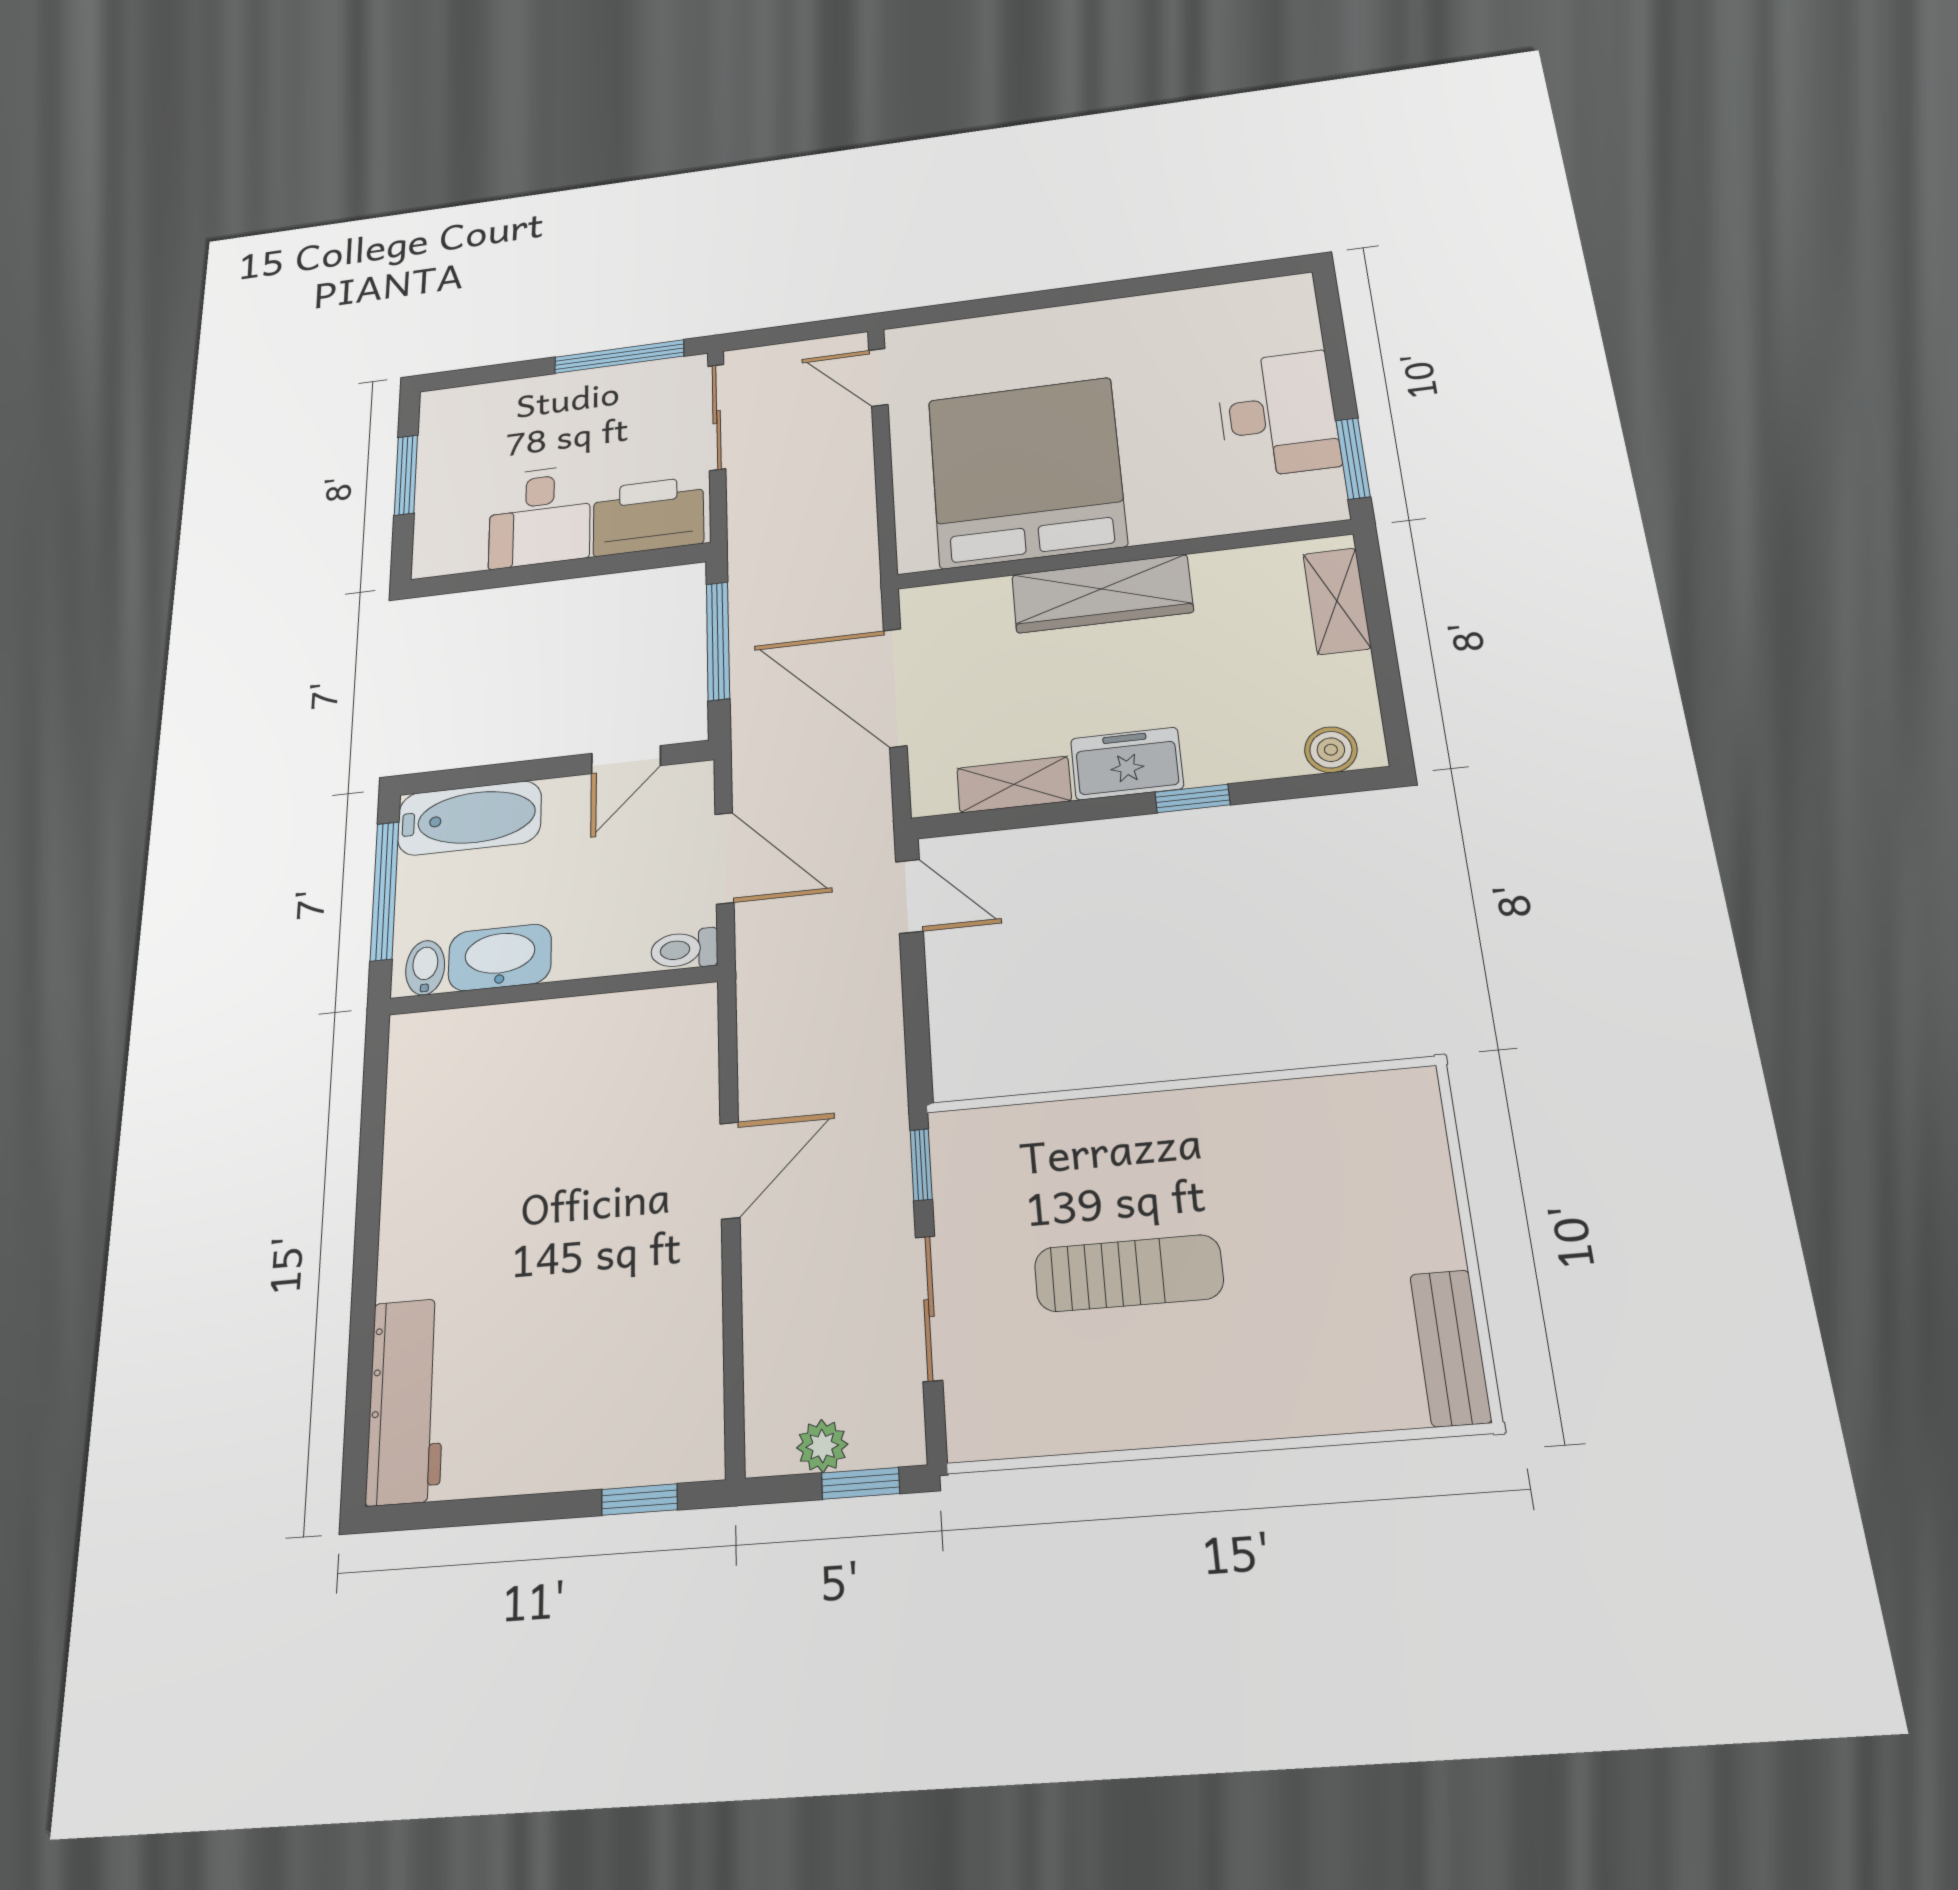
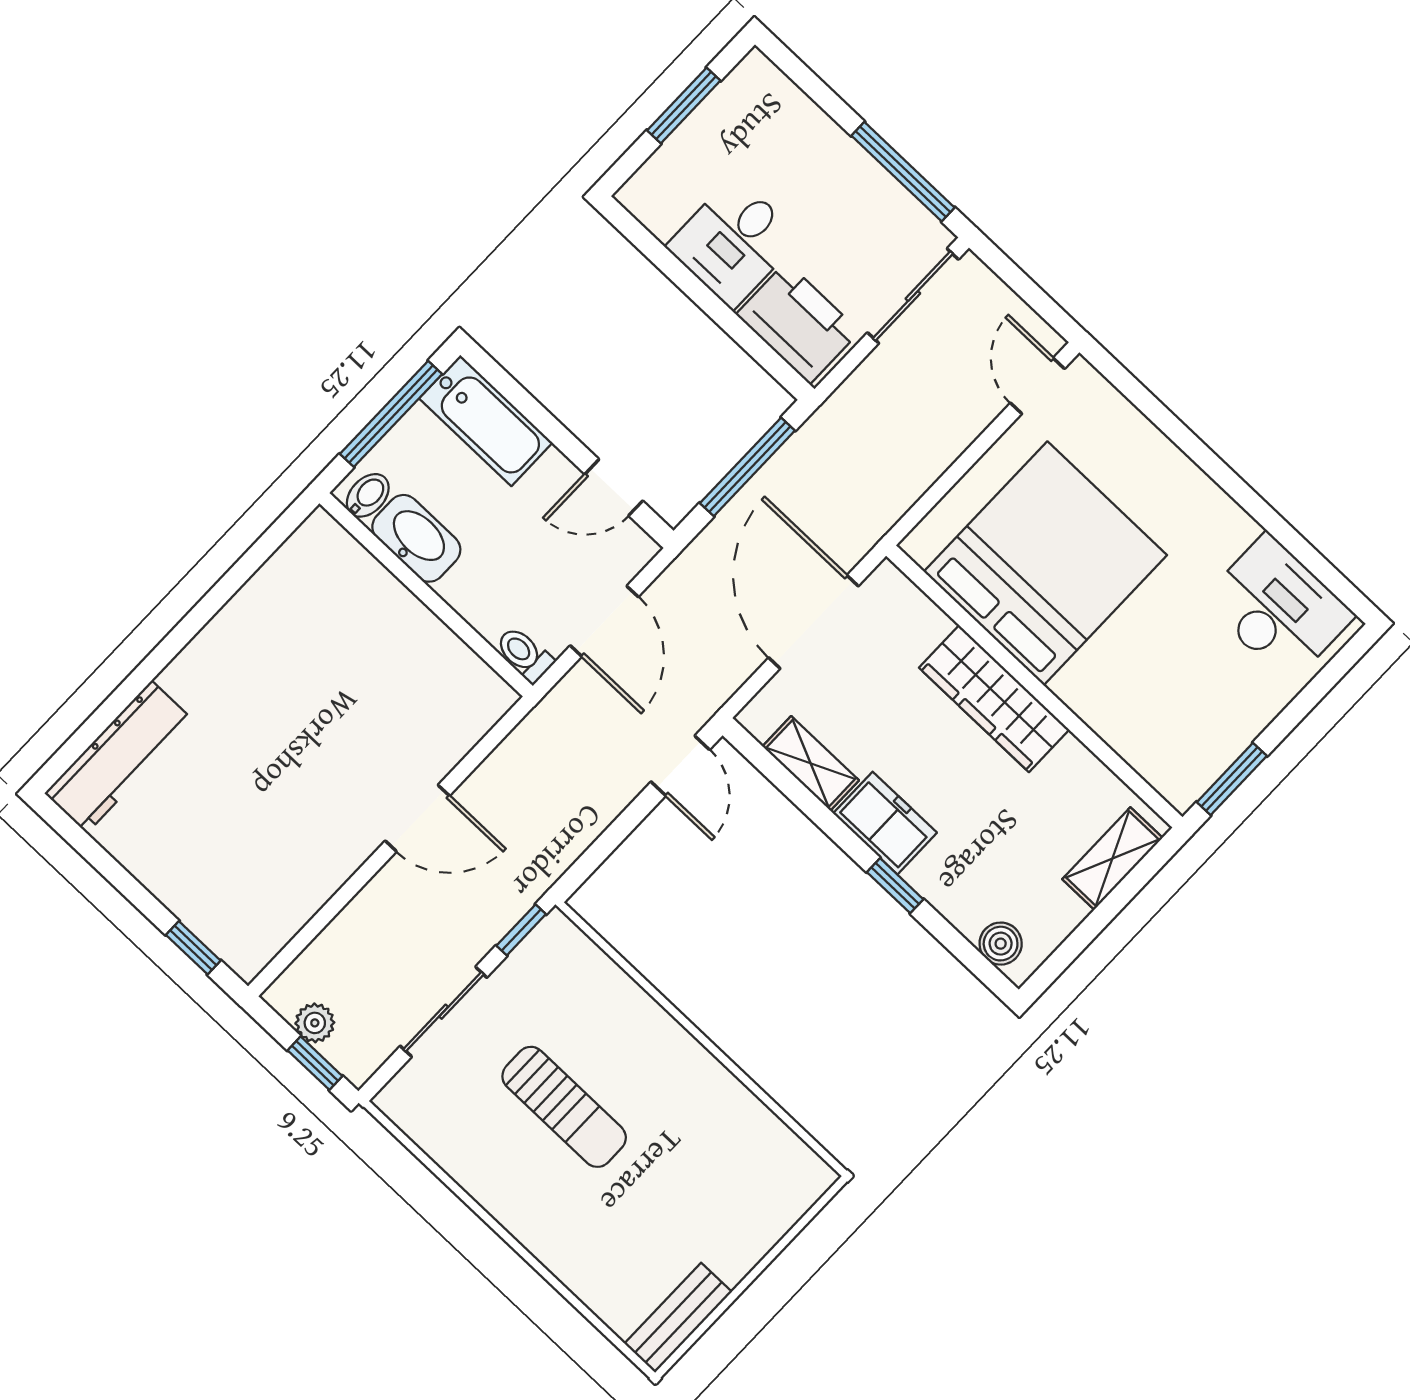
desk: (1278, 414) -> (1278, 608), moved, turned -90

